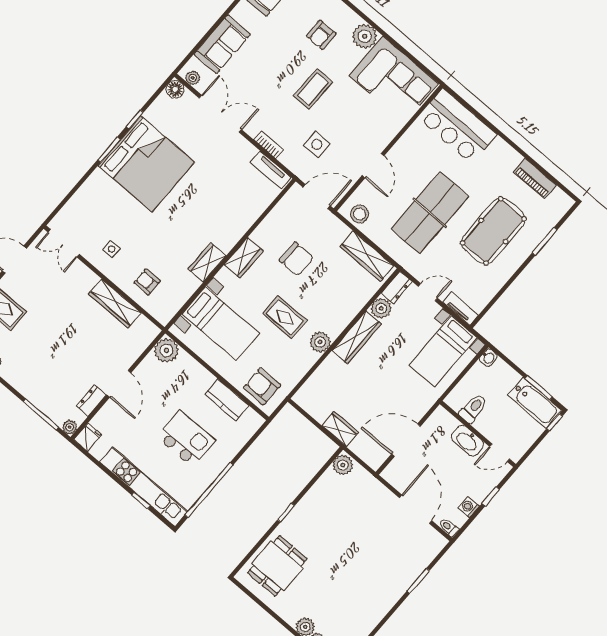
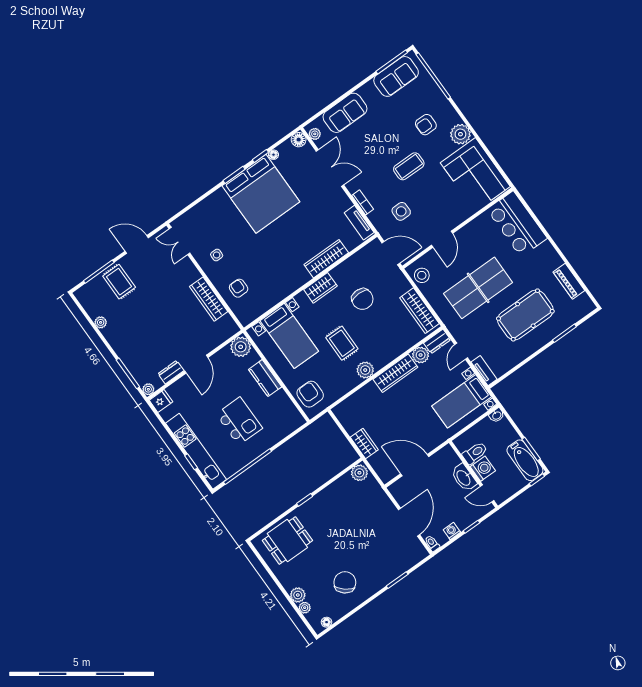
floor lamp: (150, 114) -> (274, 155), added
wardrobe: (207, 262) -> (326, 259), moved, width x1.50
door: (428, 292) -> (461, 351), swing flipped
kitchen counter: (227, 400) -> (265, 378), moved
washing machine: (487, 425) -> (483, 469), added
chair: (357, 599) -> (345, 582), added

